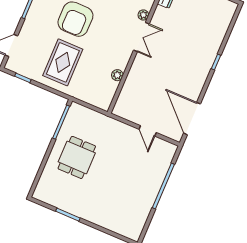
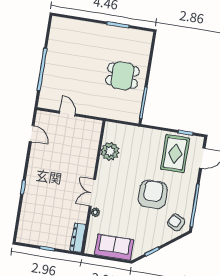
rug: (63, 62) -> (175, 154), moved
plant: (117, 75) -> (110, 151), width x1.87, depth x1.87
door: (192, 119) -> (32, 133), width x0.53
dining table: (77, 157) -> (122, 76), turned 90

